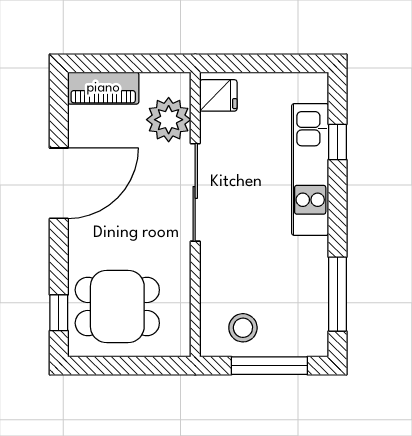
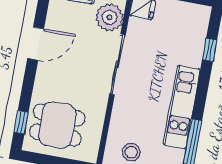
kitchen unit: (310, 169) -> (182, 107), moved
door: (59, 183) -> (36, 44), width x0.73

